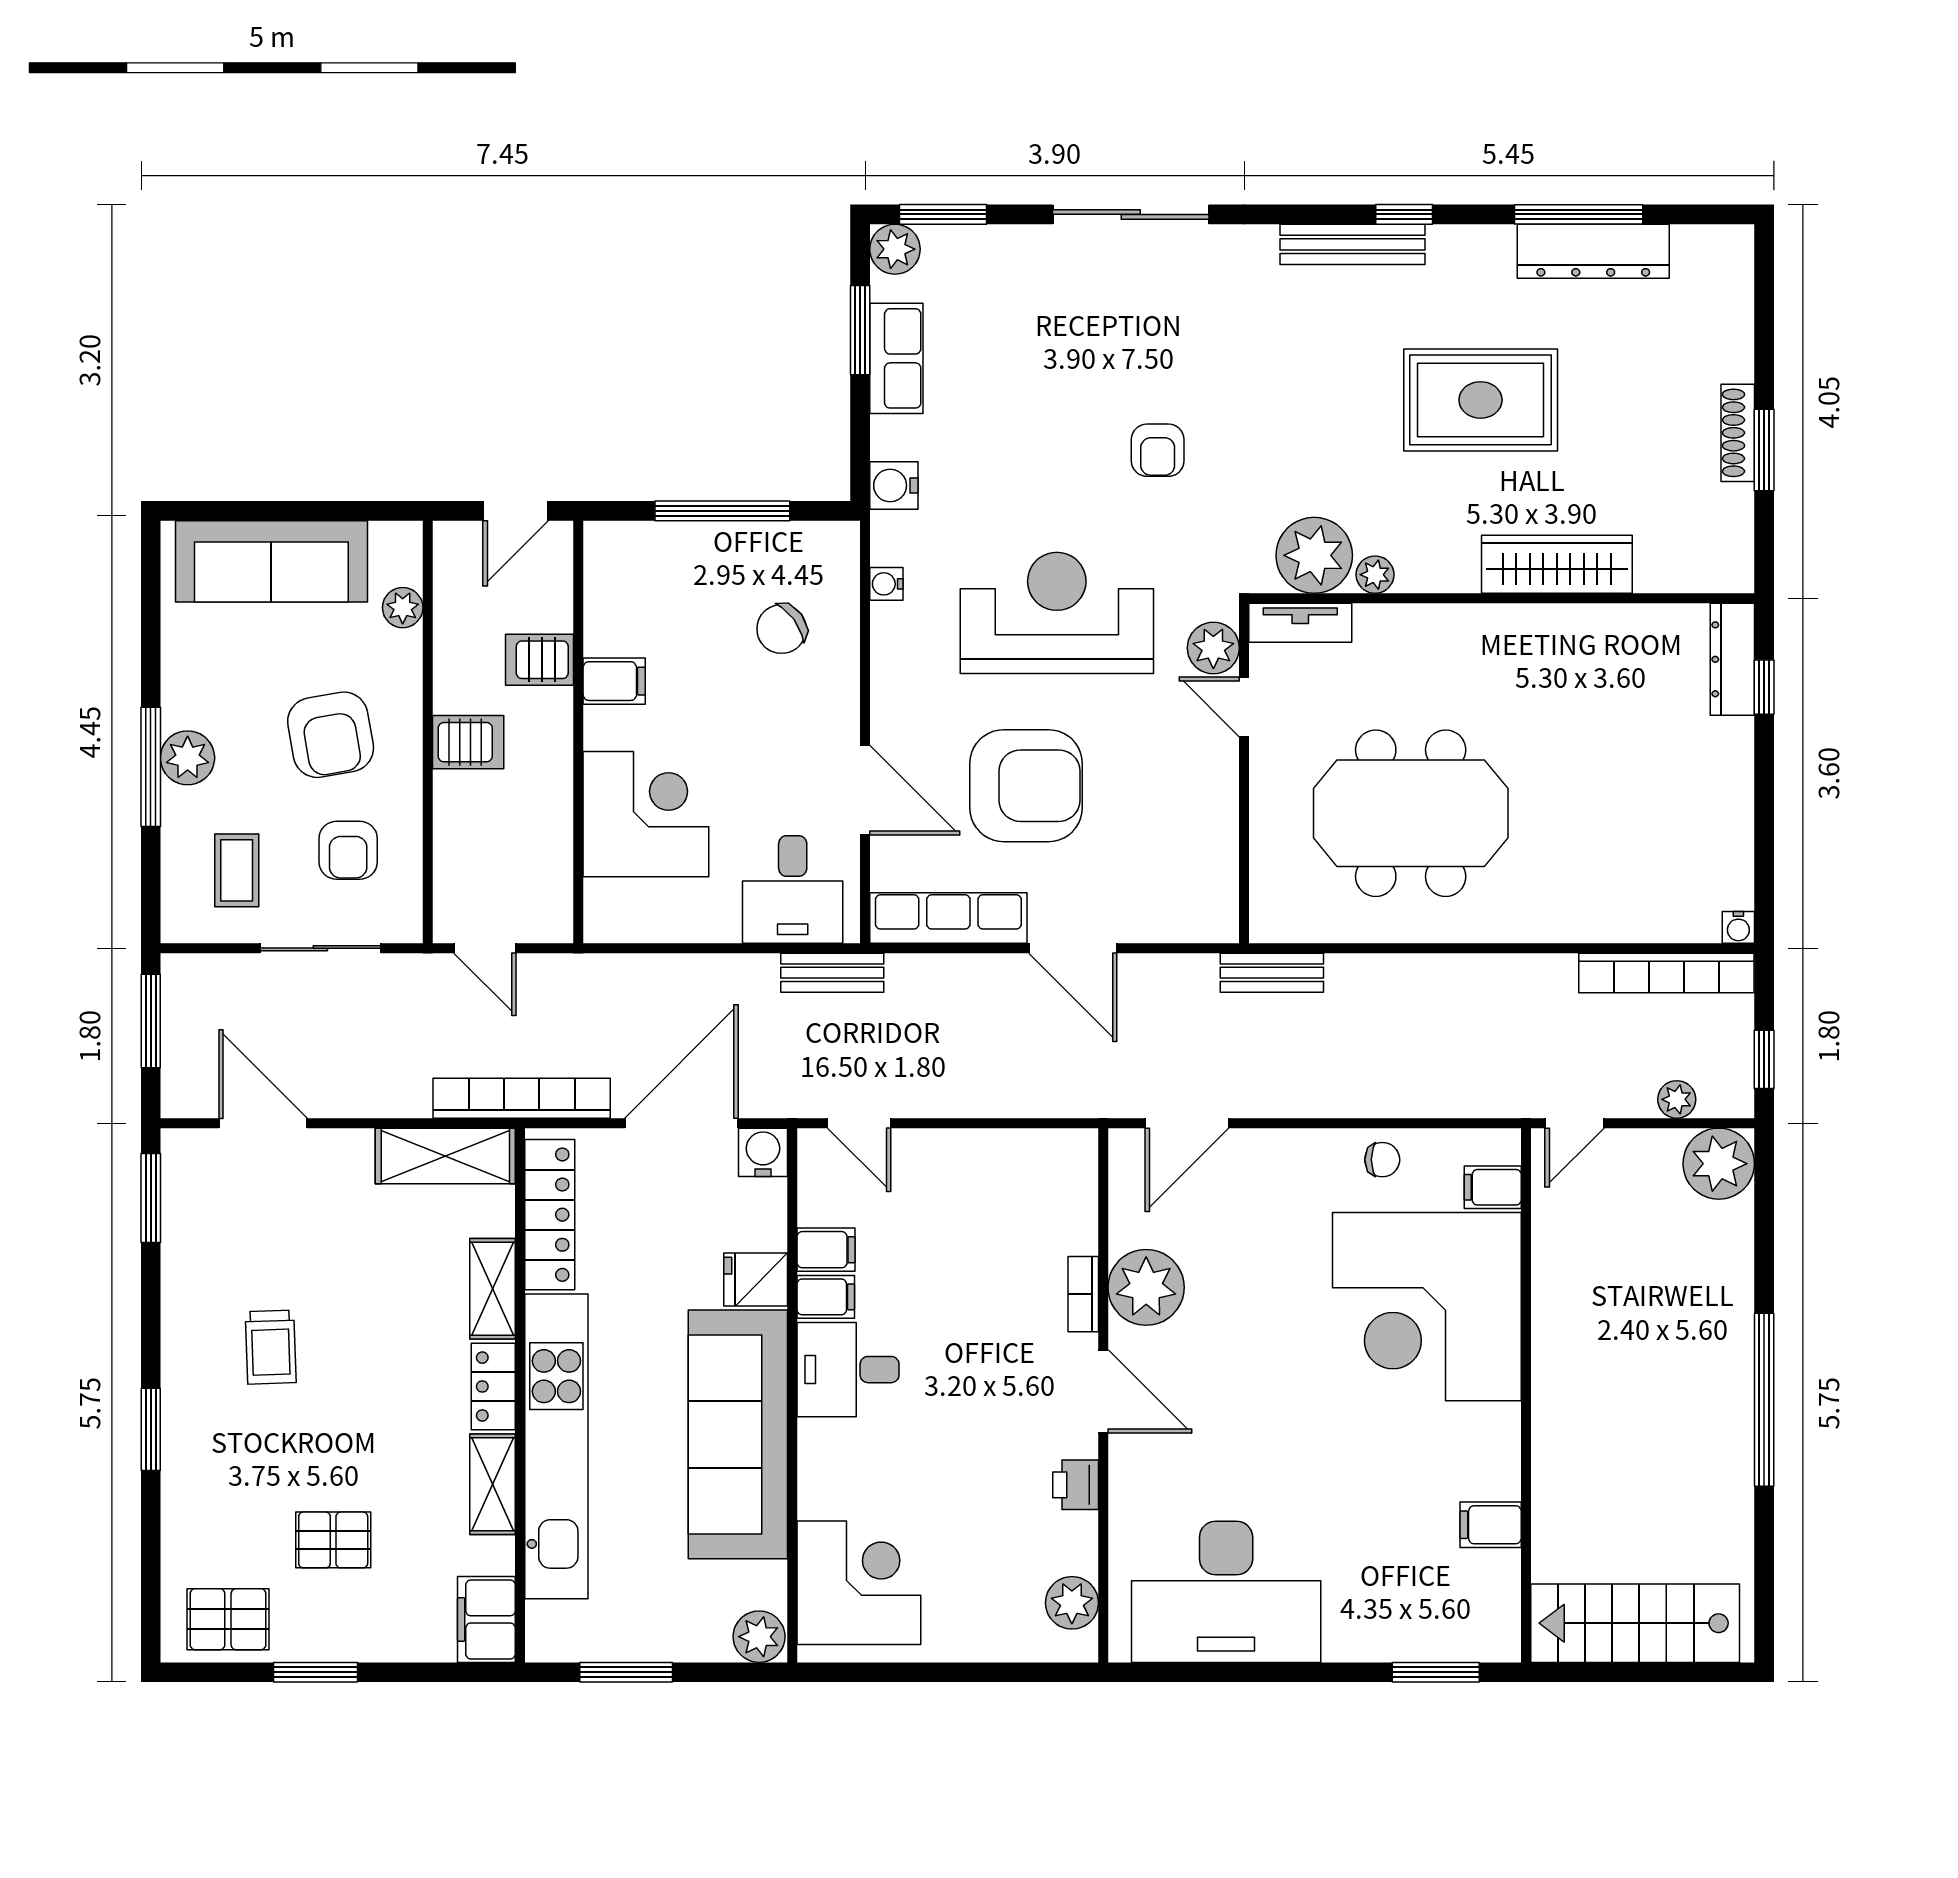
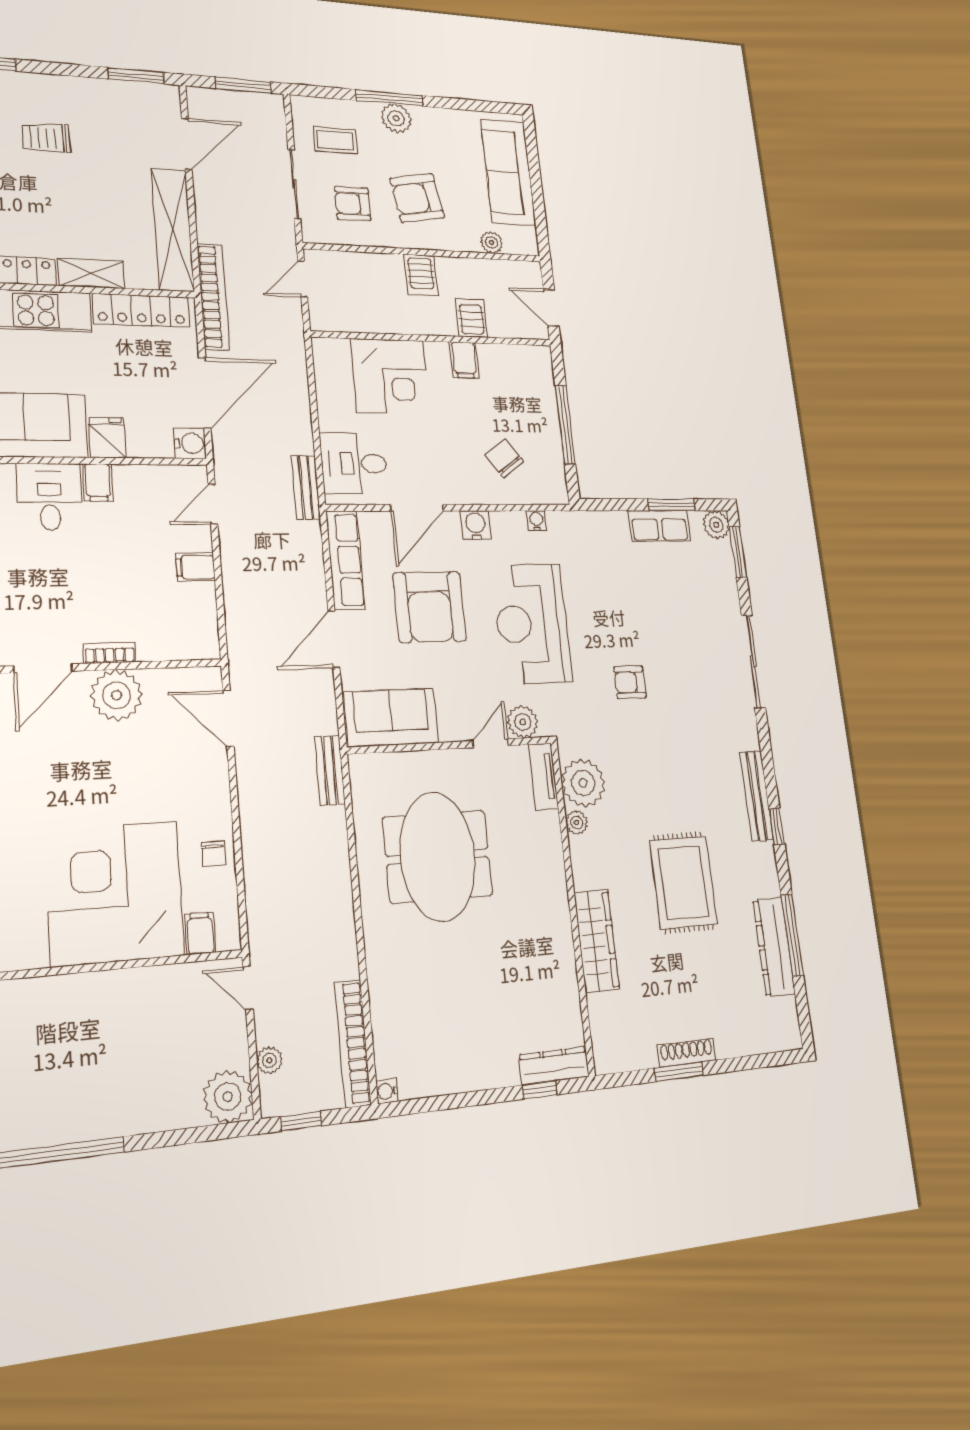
water cooler: (894, 486) -> (476, 525), moved
reception desk: (1057, 613) -> (532, 624), turned 180
sofa: (1197, 867) -> (391, 717), added
door: (681, 1123) -> (205, 393), hinge flipped
shelving: (445, 1156) -> (173, 230), width x1.47
filing cabinet: (826, 1250) -> (196, 567), moved, turned 90

